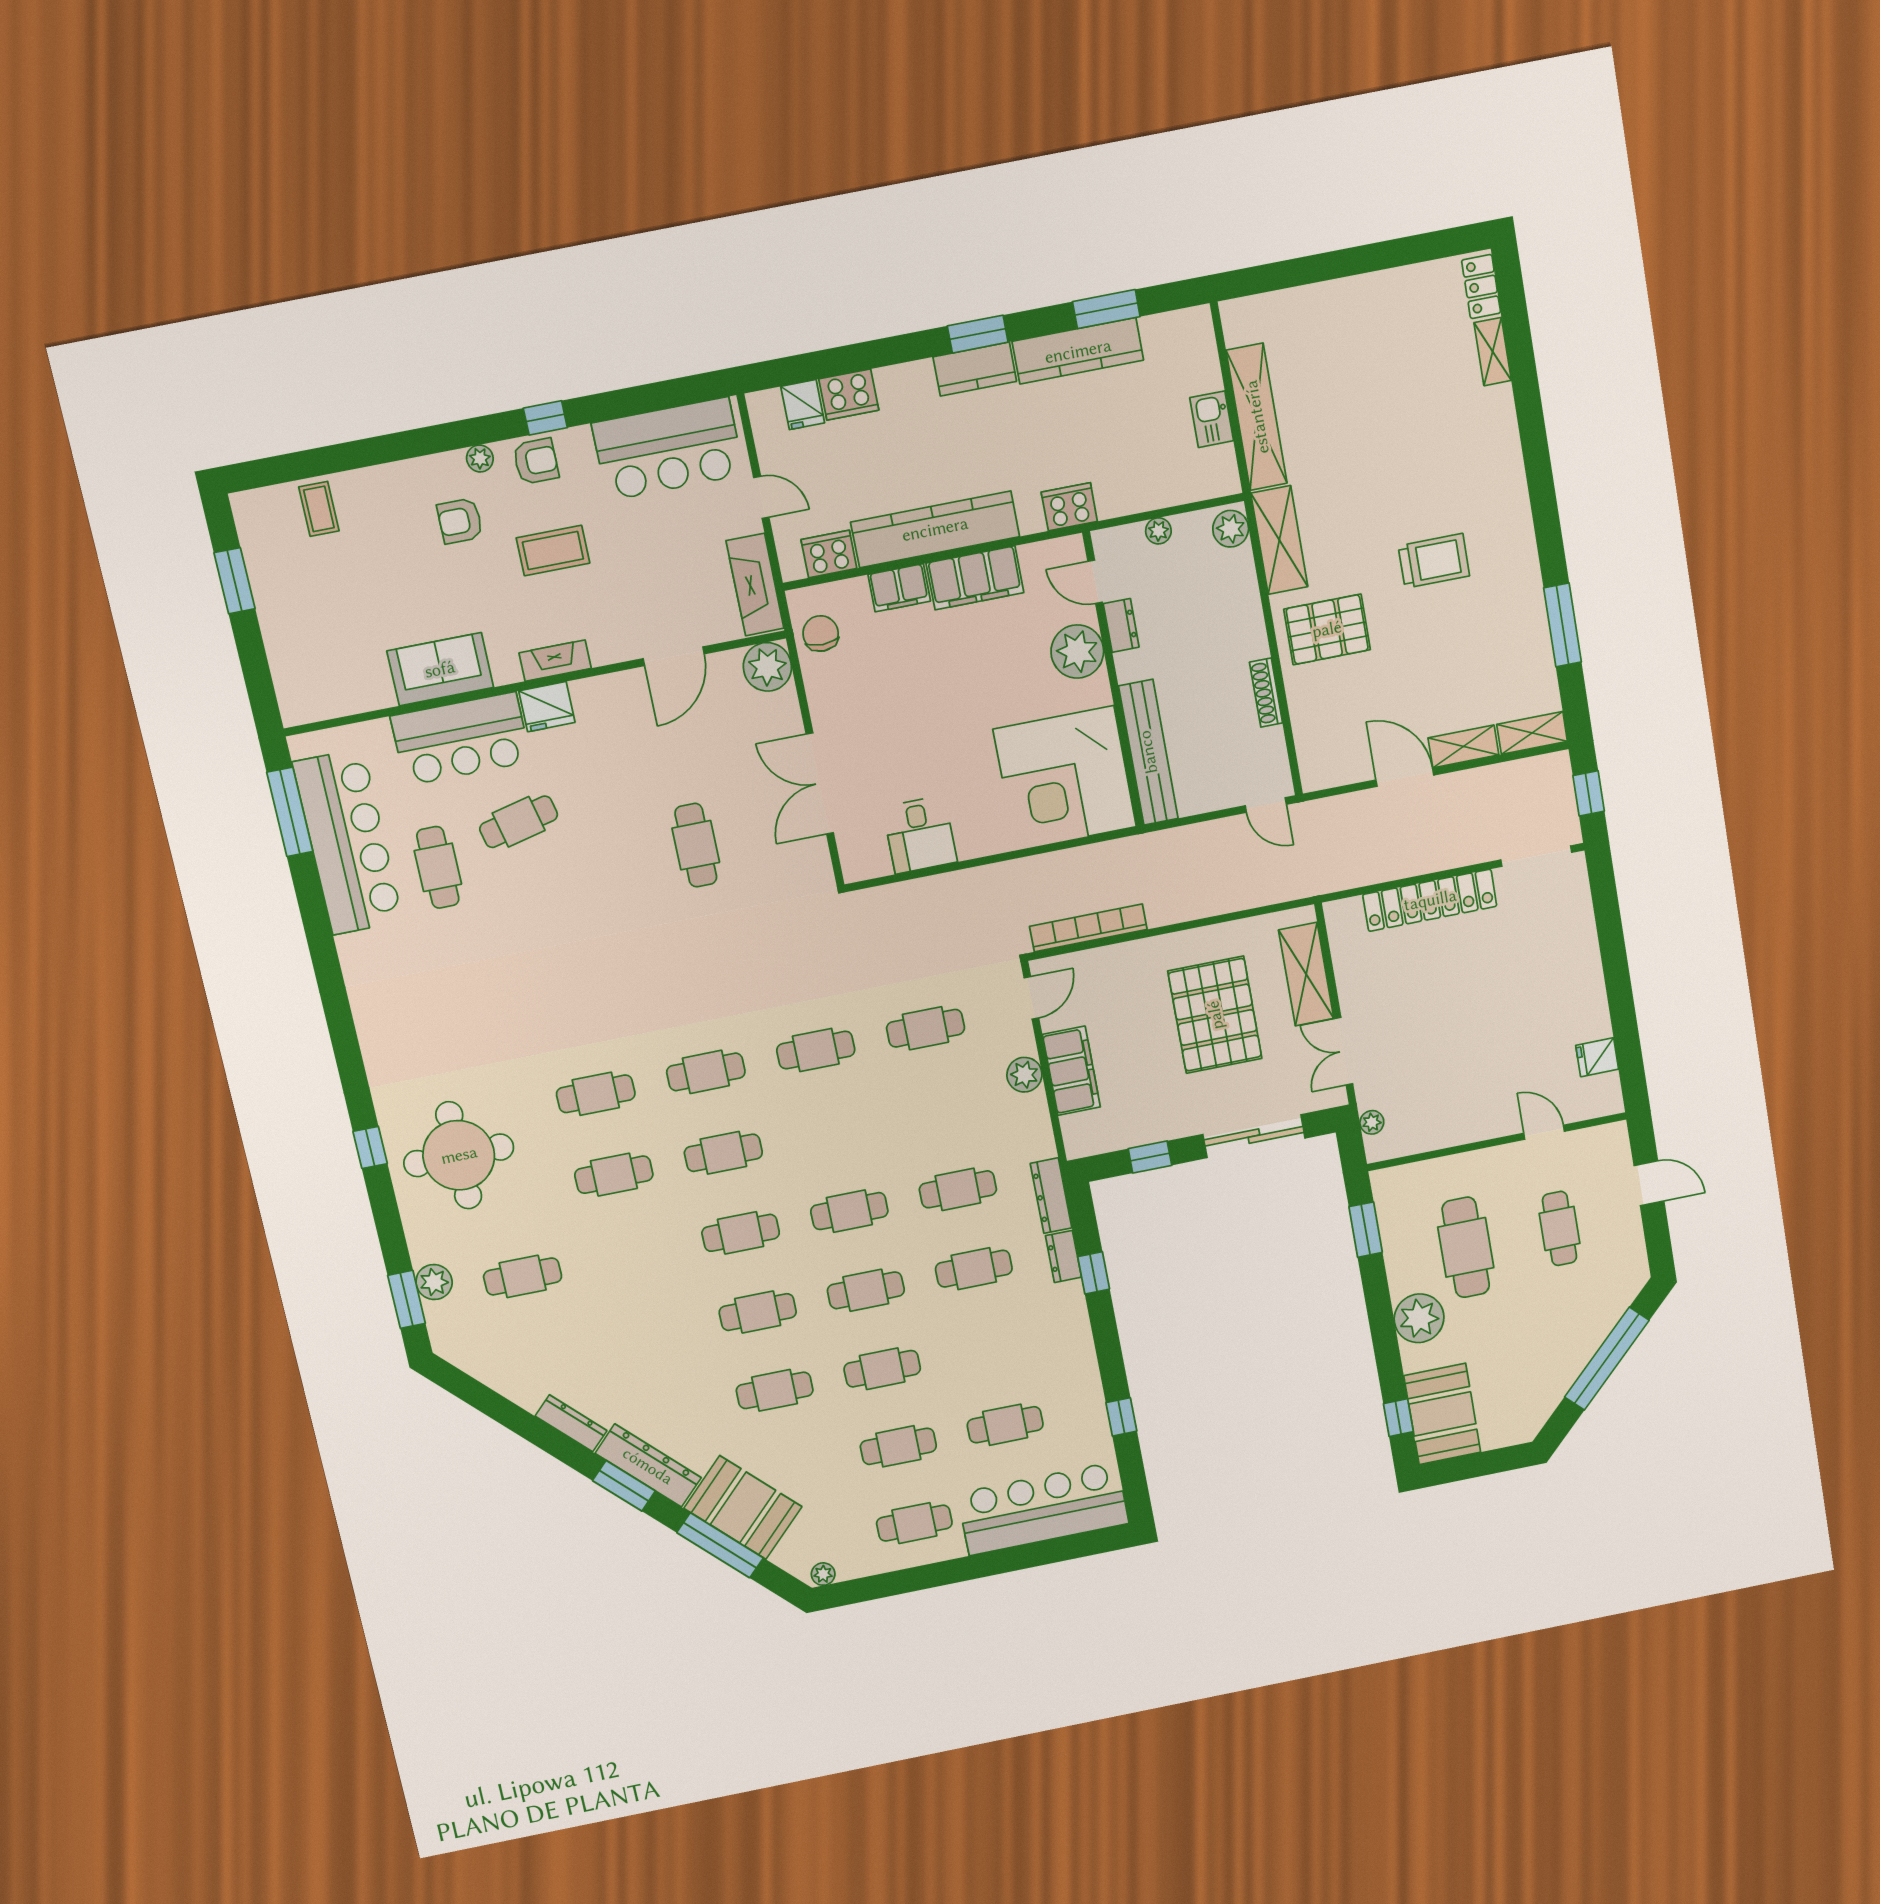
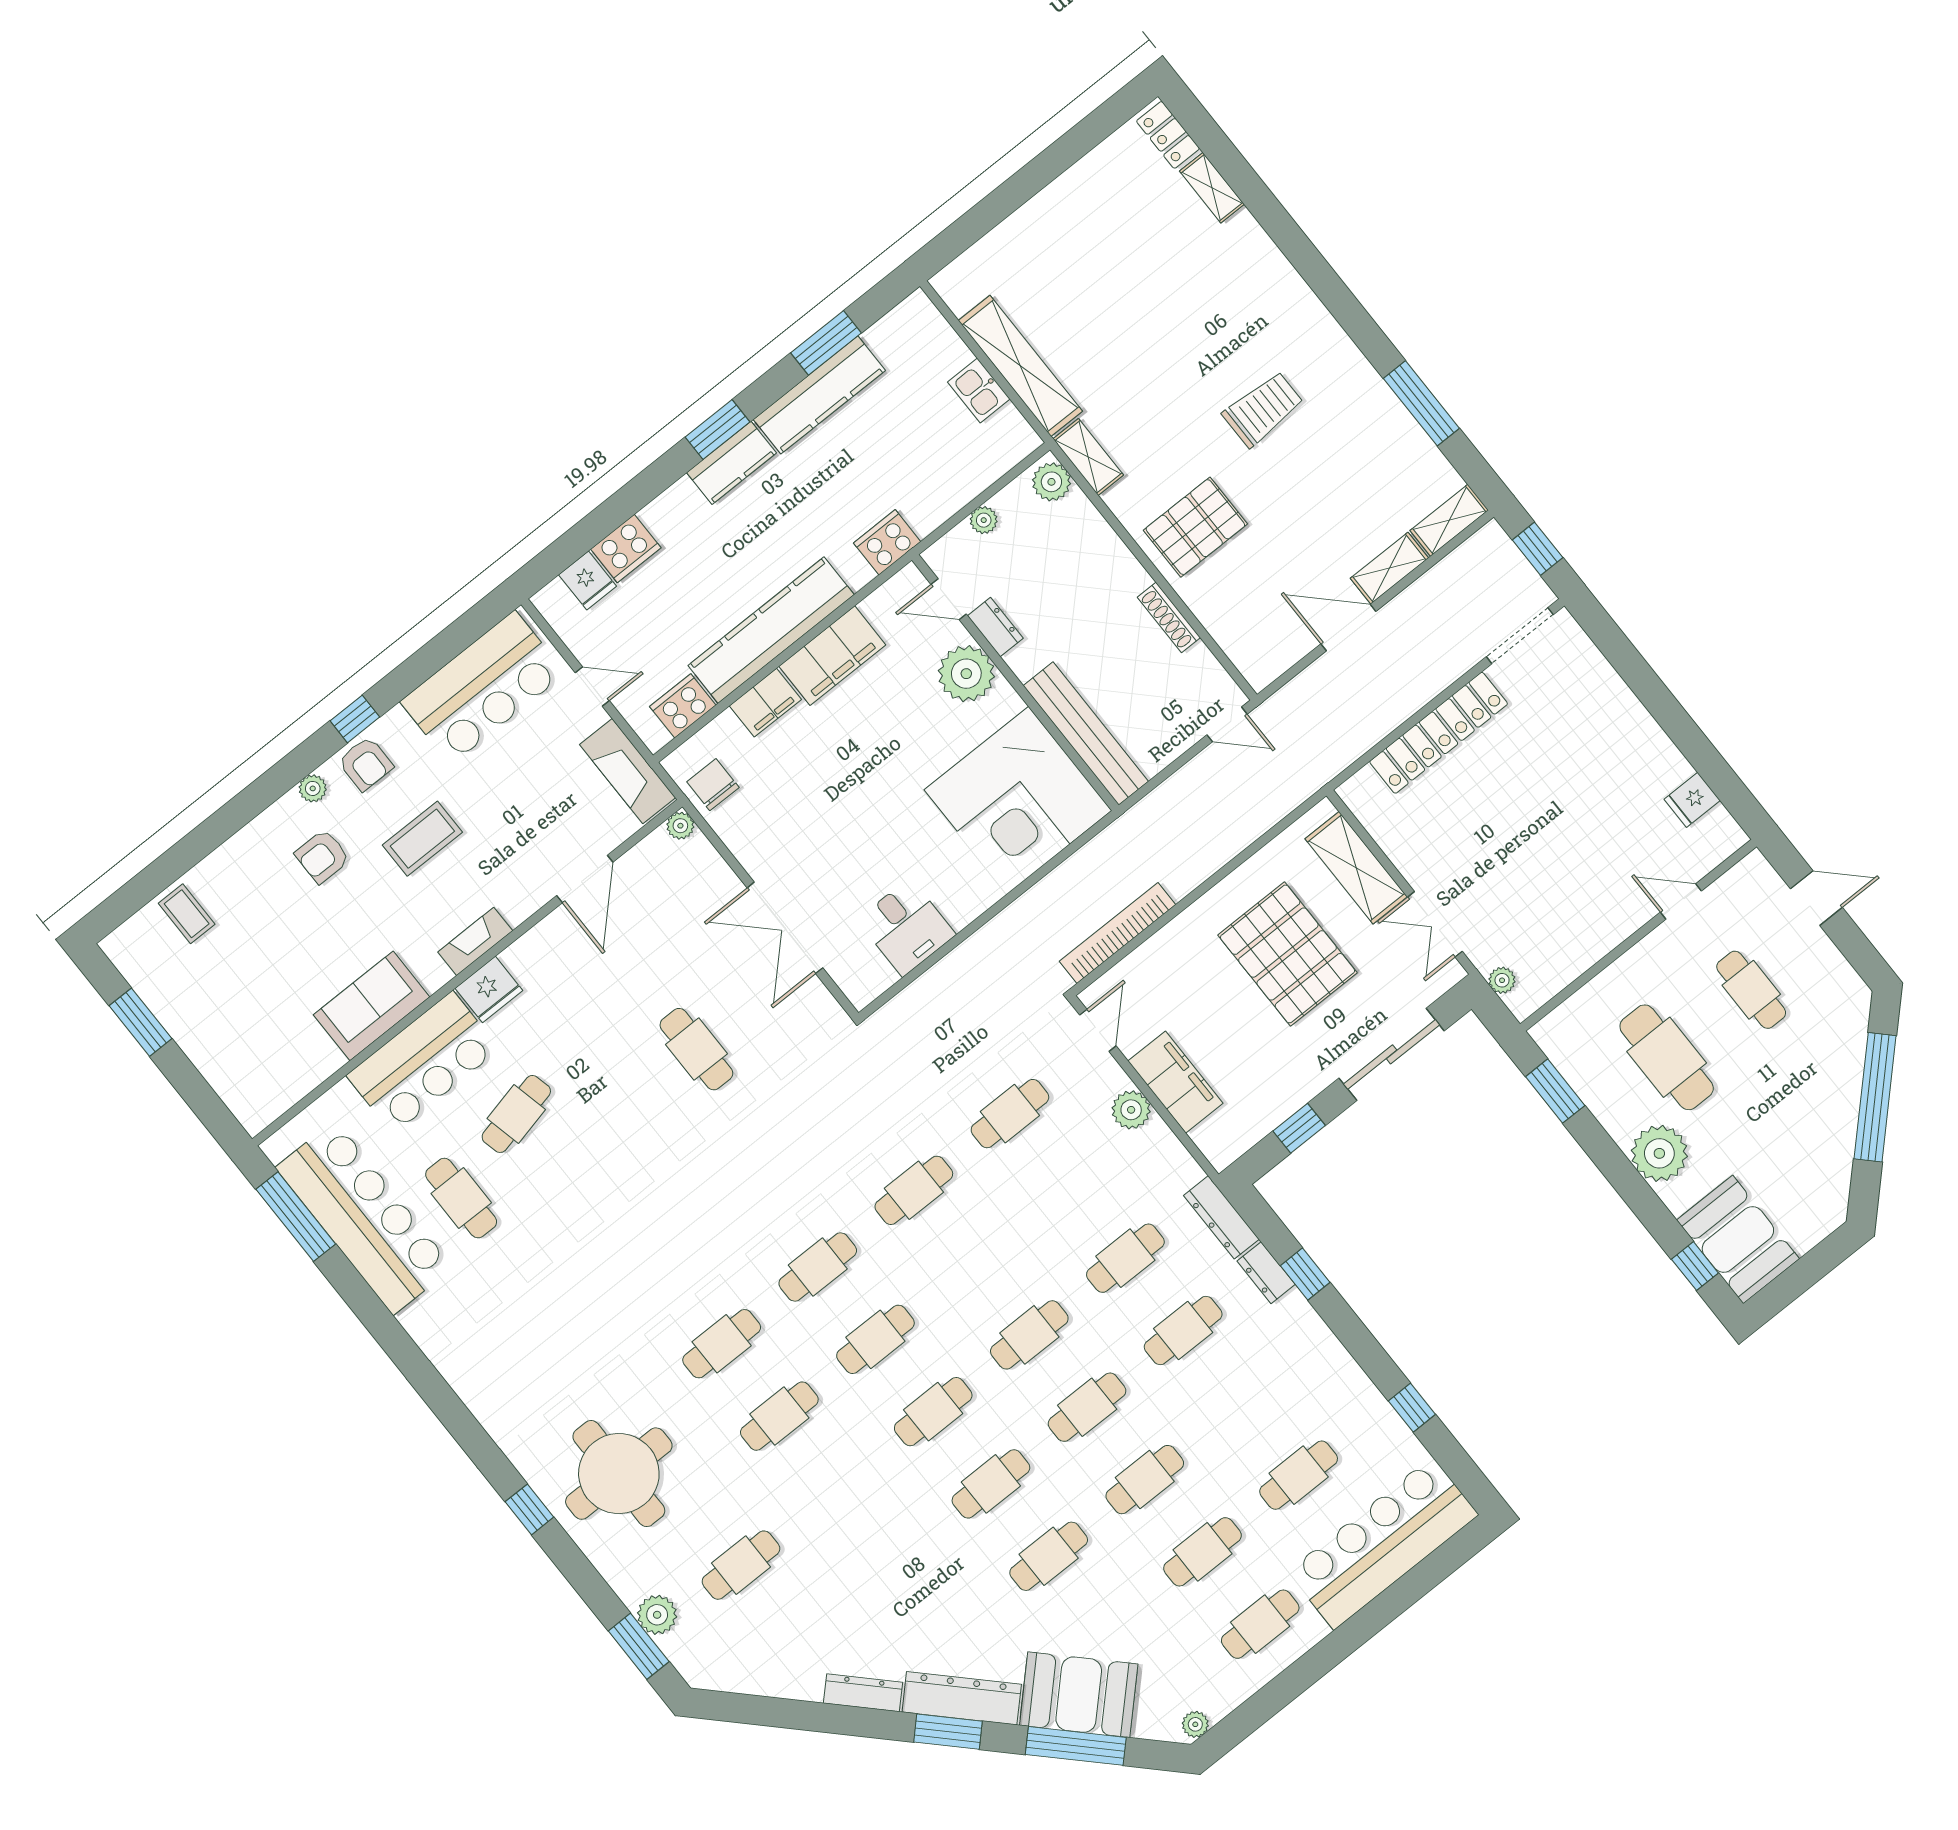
armchair: (536, 461) -> (366, 764), turned 90
shelving: (1279, 540) -> (1088, 457), width x0.67, depth x0.75
plant: (767, 667) -> (680, 826), width x0.53, depth x0.53

